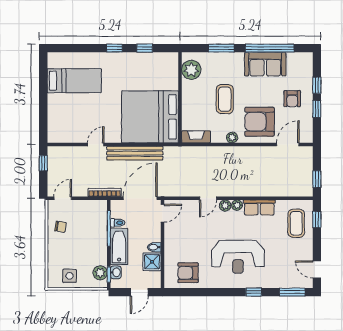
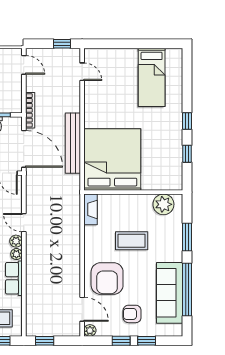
sofa: (265, 64) -> (170, 293), width x1.36
armchair: (260, 122) -> (107, 278), turned 180
plant: (232, 137) -> (90, 330), moved
door: (96, 145) -> (82, 72), moved

